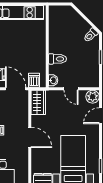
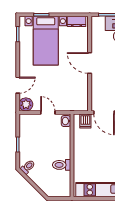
toilet: (57, 59) -> (62, 165), moved
wardrobe: (38, 102) -> (81, 99), removed

